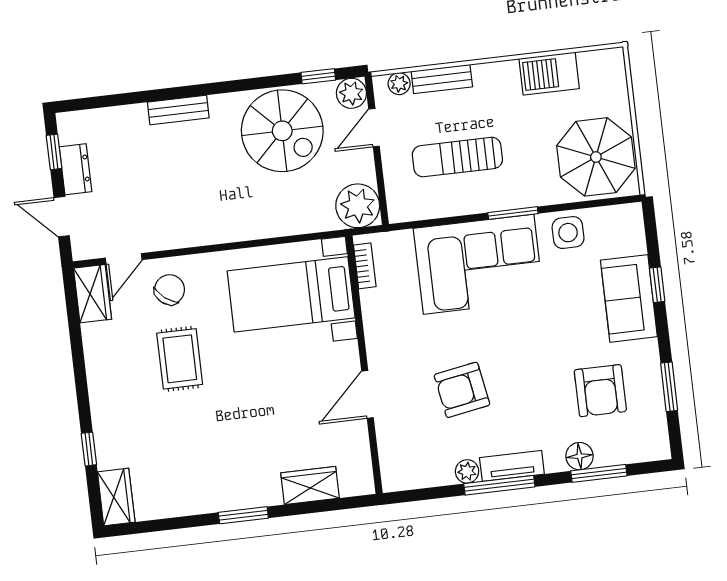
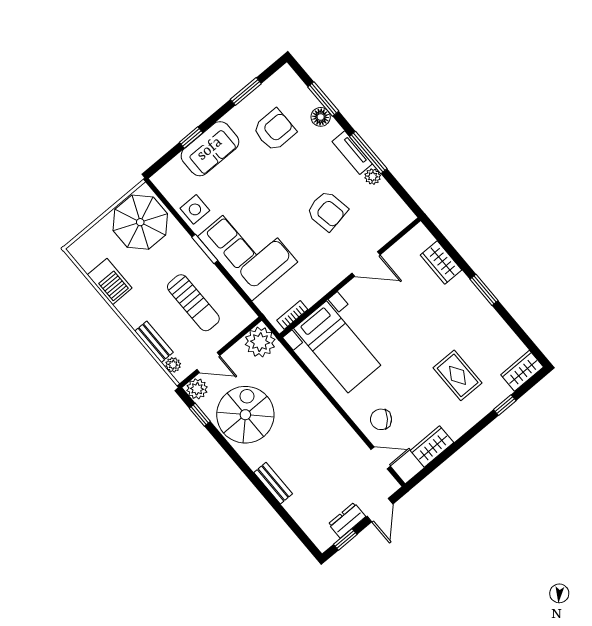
wardrobe: (93, 294) -> (432, 446), moved
rug: (180, 359) -> (458, 375), moved, turned 90

